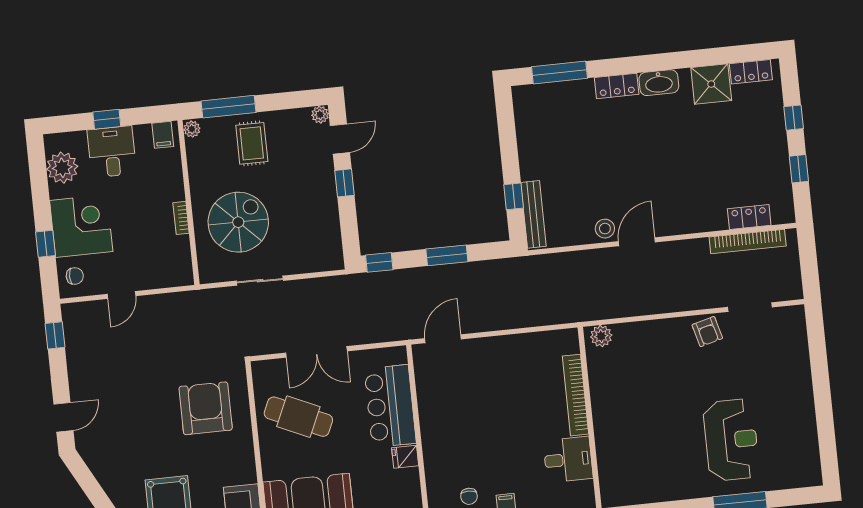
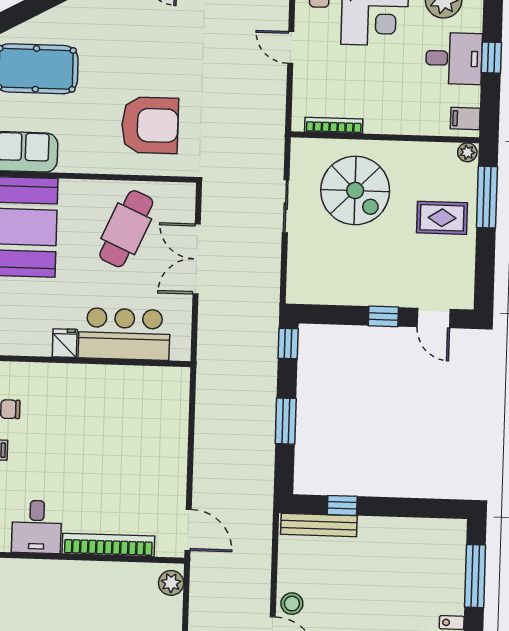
plant: (320, 115) -> (464, 299), removed
bookcase: (181, 218) -> (334, 125), moved, width x1.56
door: (443, 339) -> (188, 530), moved

